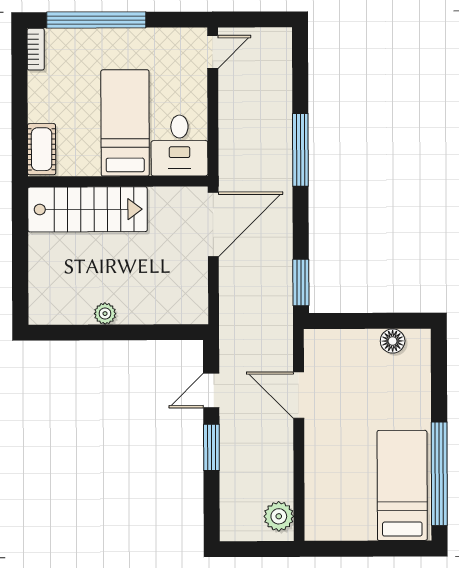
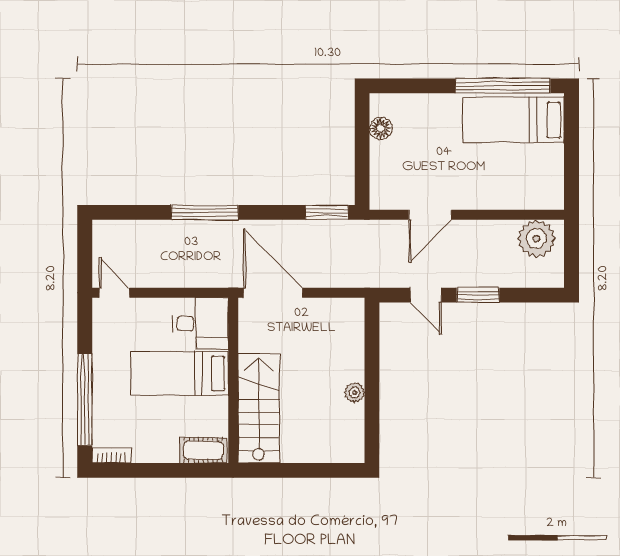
plant: (279, 516) -> (536, 238), width x1.36, depth x1.36

